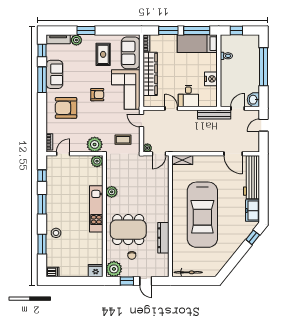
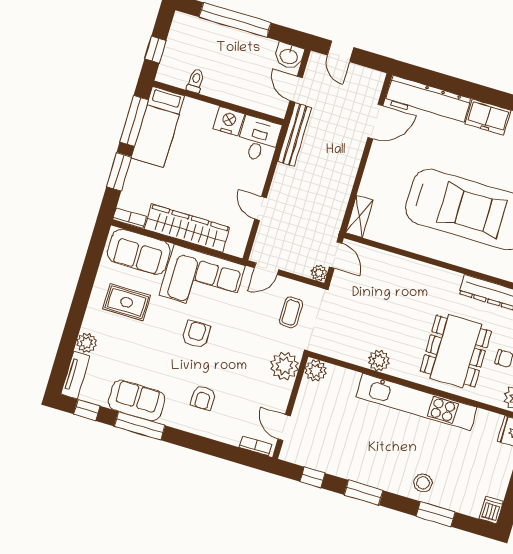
window: (86, 31) -> (75, 320), removed
desk: (188, 96) -> (258, 139), moved, turned -90
armchair: (66, 108) -> (203, 398), width x0.53, depth x0.53
door: (171, 108) -> (261, 208), hinge flipped
kitchen unit: (96, 209) -> (417, 402), width x1.36

